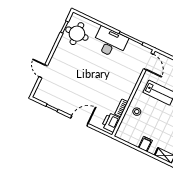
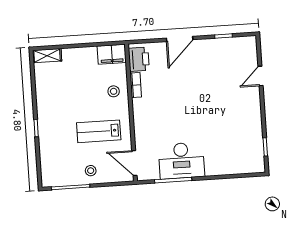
round table: (77, 34) -> (245, 147), removed
desk: (110, 43) -> (181, 161), moved
door: (43, 71) -> (260, 76), swing flipped
filing cabinet: (145, 144) -> (112, 54), moved, width x2.00

